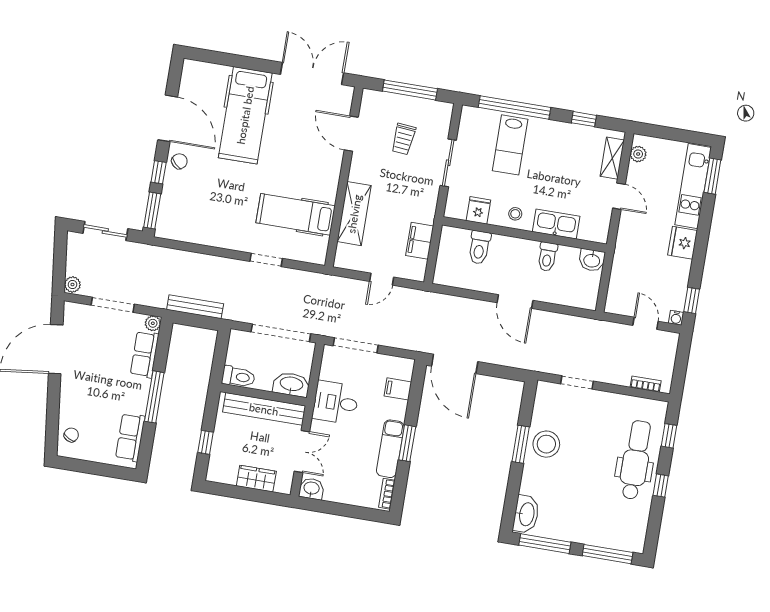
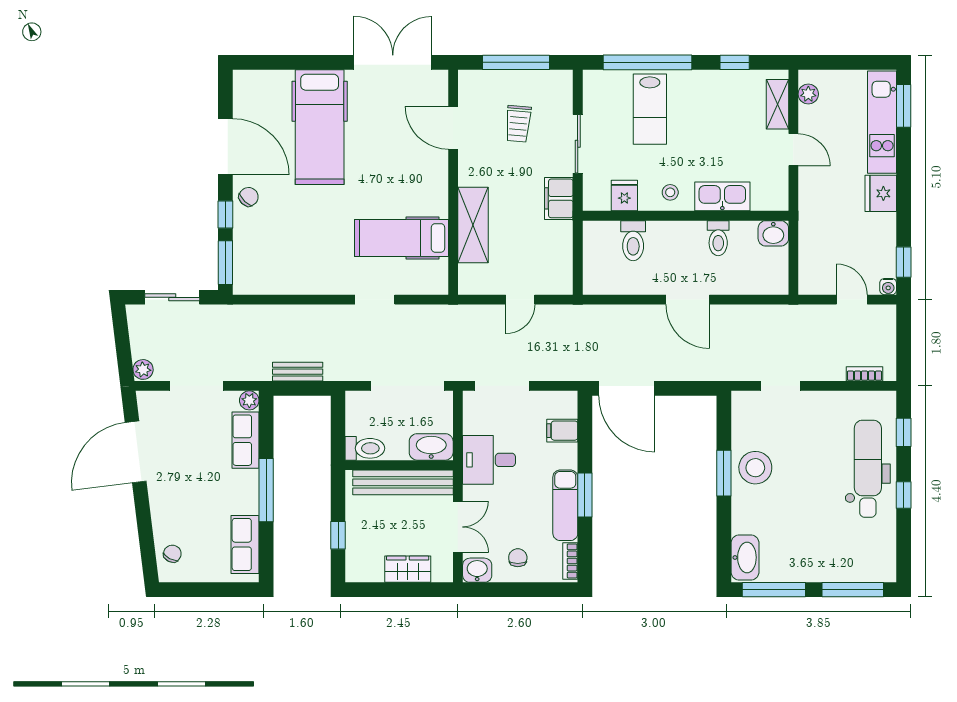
filing cabinet: (420, 241) -> (559, 198), moved
bench: (195, 307) -> (298, 372), width x0.73
chair: (345, 484) -> (518, 558), added

